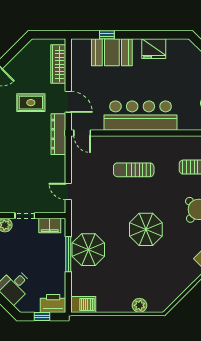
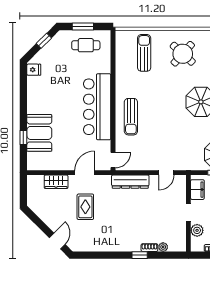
fridge: (154, 49) -> (34, 70), moved, width x0.53, depth x0.75
wardrobe: (58, 64) -> (56, 182), width x0.67
dresser: (58, 134) -> (130, 182), moved
sun lounger: (134, 170) -> (131, 117), moved

